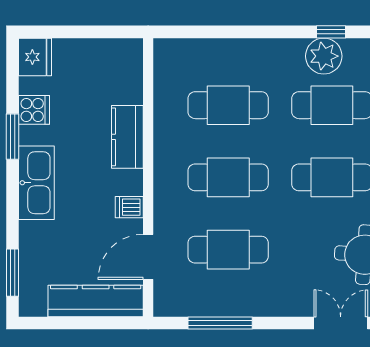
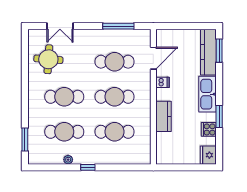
window: (331, 32) -> (88, 167), moved
plant: (324, 56) -> (68, 160), width x0.53, depth x0.53
kitchen counter: (96, 301) -> (208, 52), moved, turned 90

